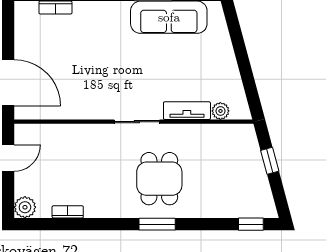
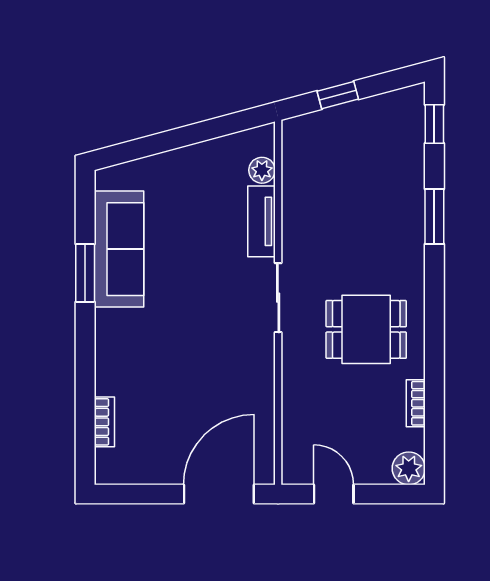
dining table: (159, 179) -> (366, 329), moved
window: (157, 224) -> (434, 216), moved

